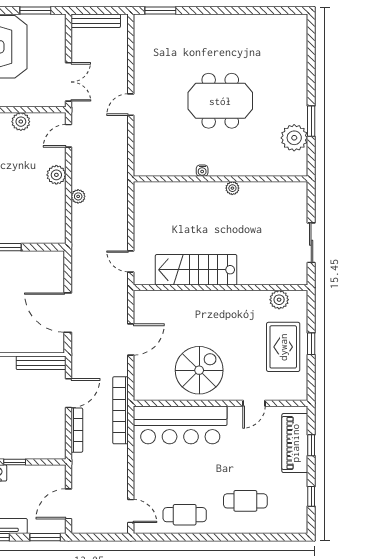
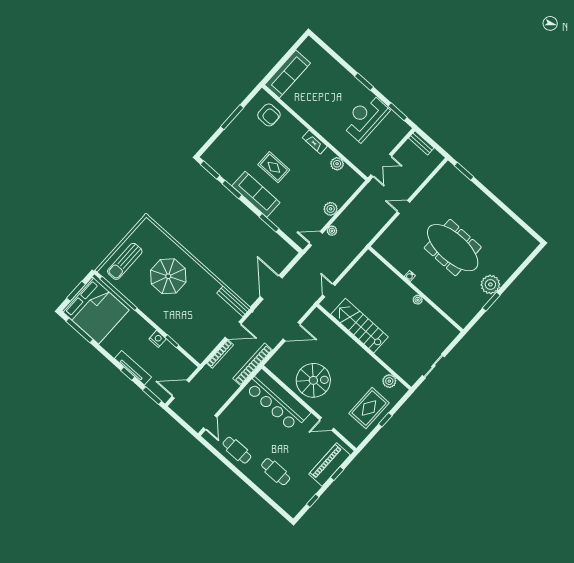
bench: (96, 21) -> (421, 143), width x0.73
meeting table: (220, 101) -> (453, 248), width x1.36
door: (69, 136) -> (316, 238), moved
plant: (294, 138) -> (490, 284), moved

